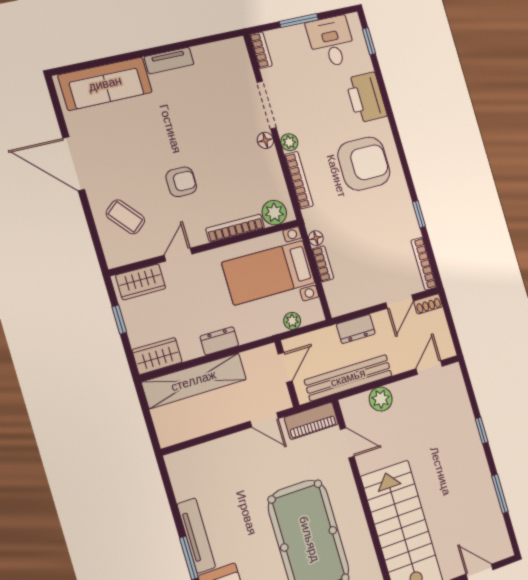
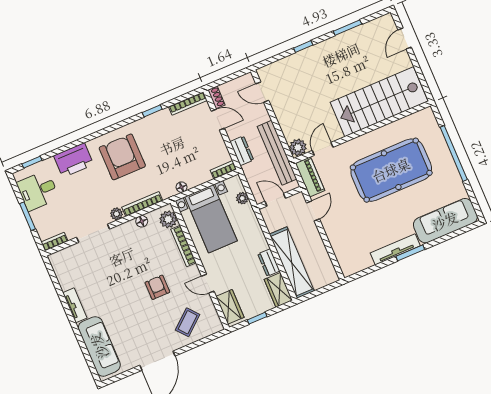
floor lamp: (265, 140) -> (142, 221), moved
bookcase: (323, 264) -> (223, 170), moved
dresser: (219, 341) -> (269, 263), moved
plant: (381, 399) -> (298, 147), moved

